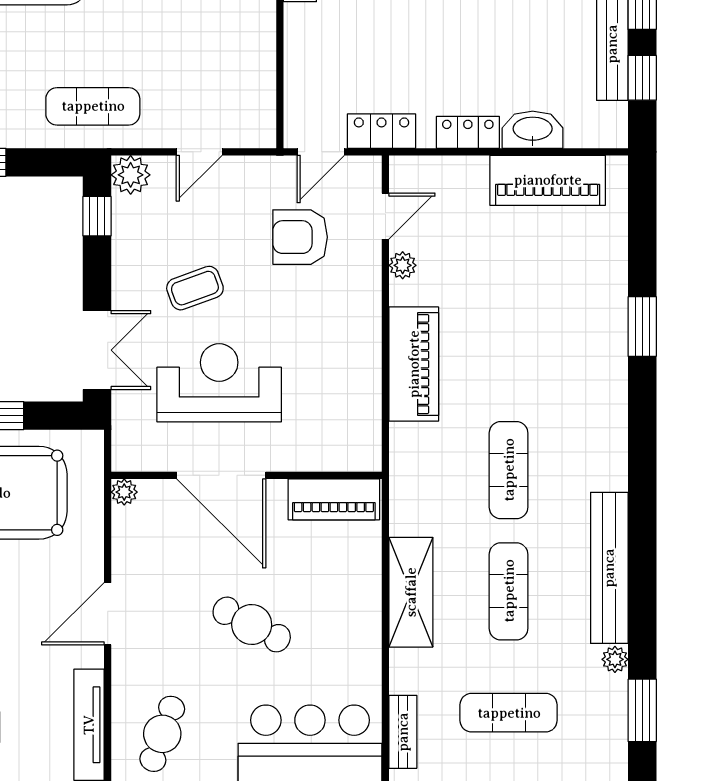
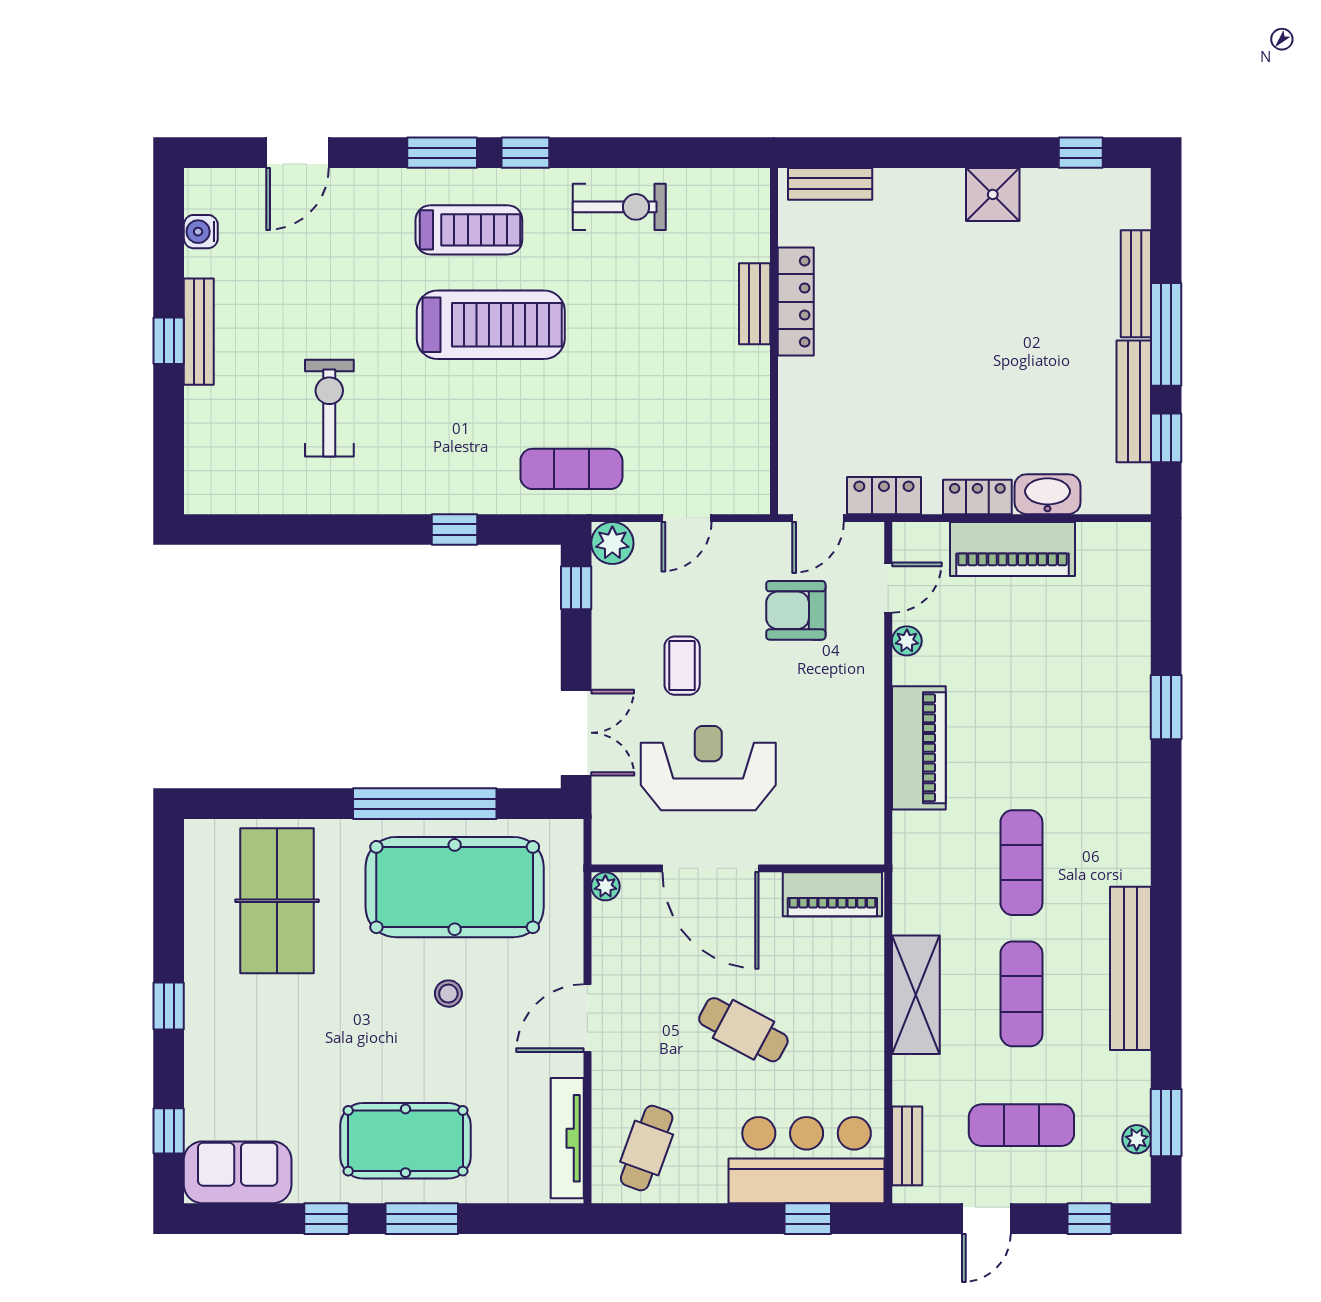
piano: (548, 180) -> (1012, 549), moved
coffee table: (195, 288) -> (682, 666), turned -70
plant: (615, 659) -> (1137, 1139), moved

